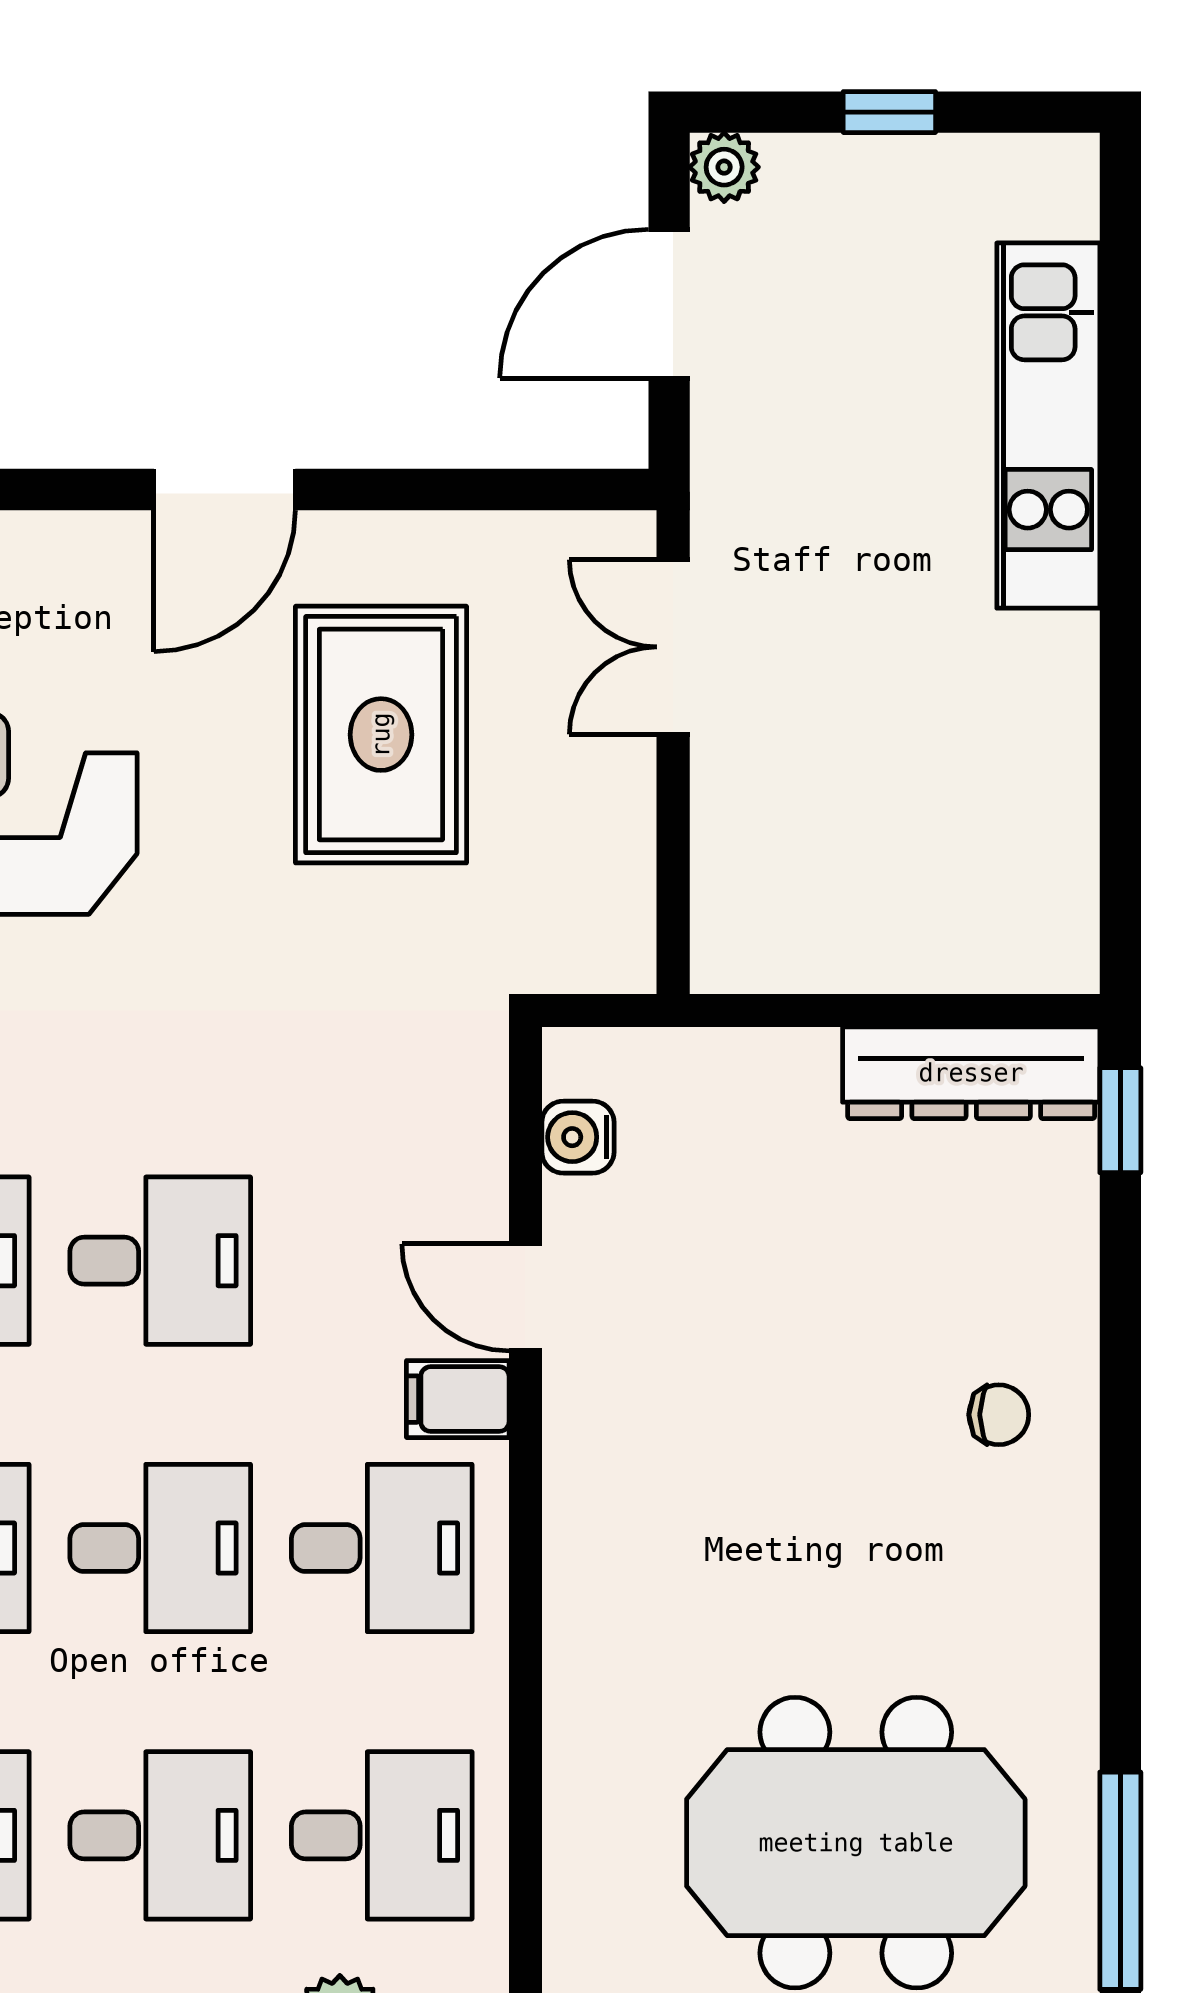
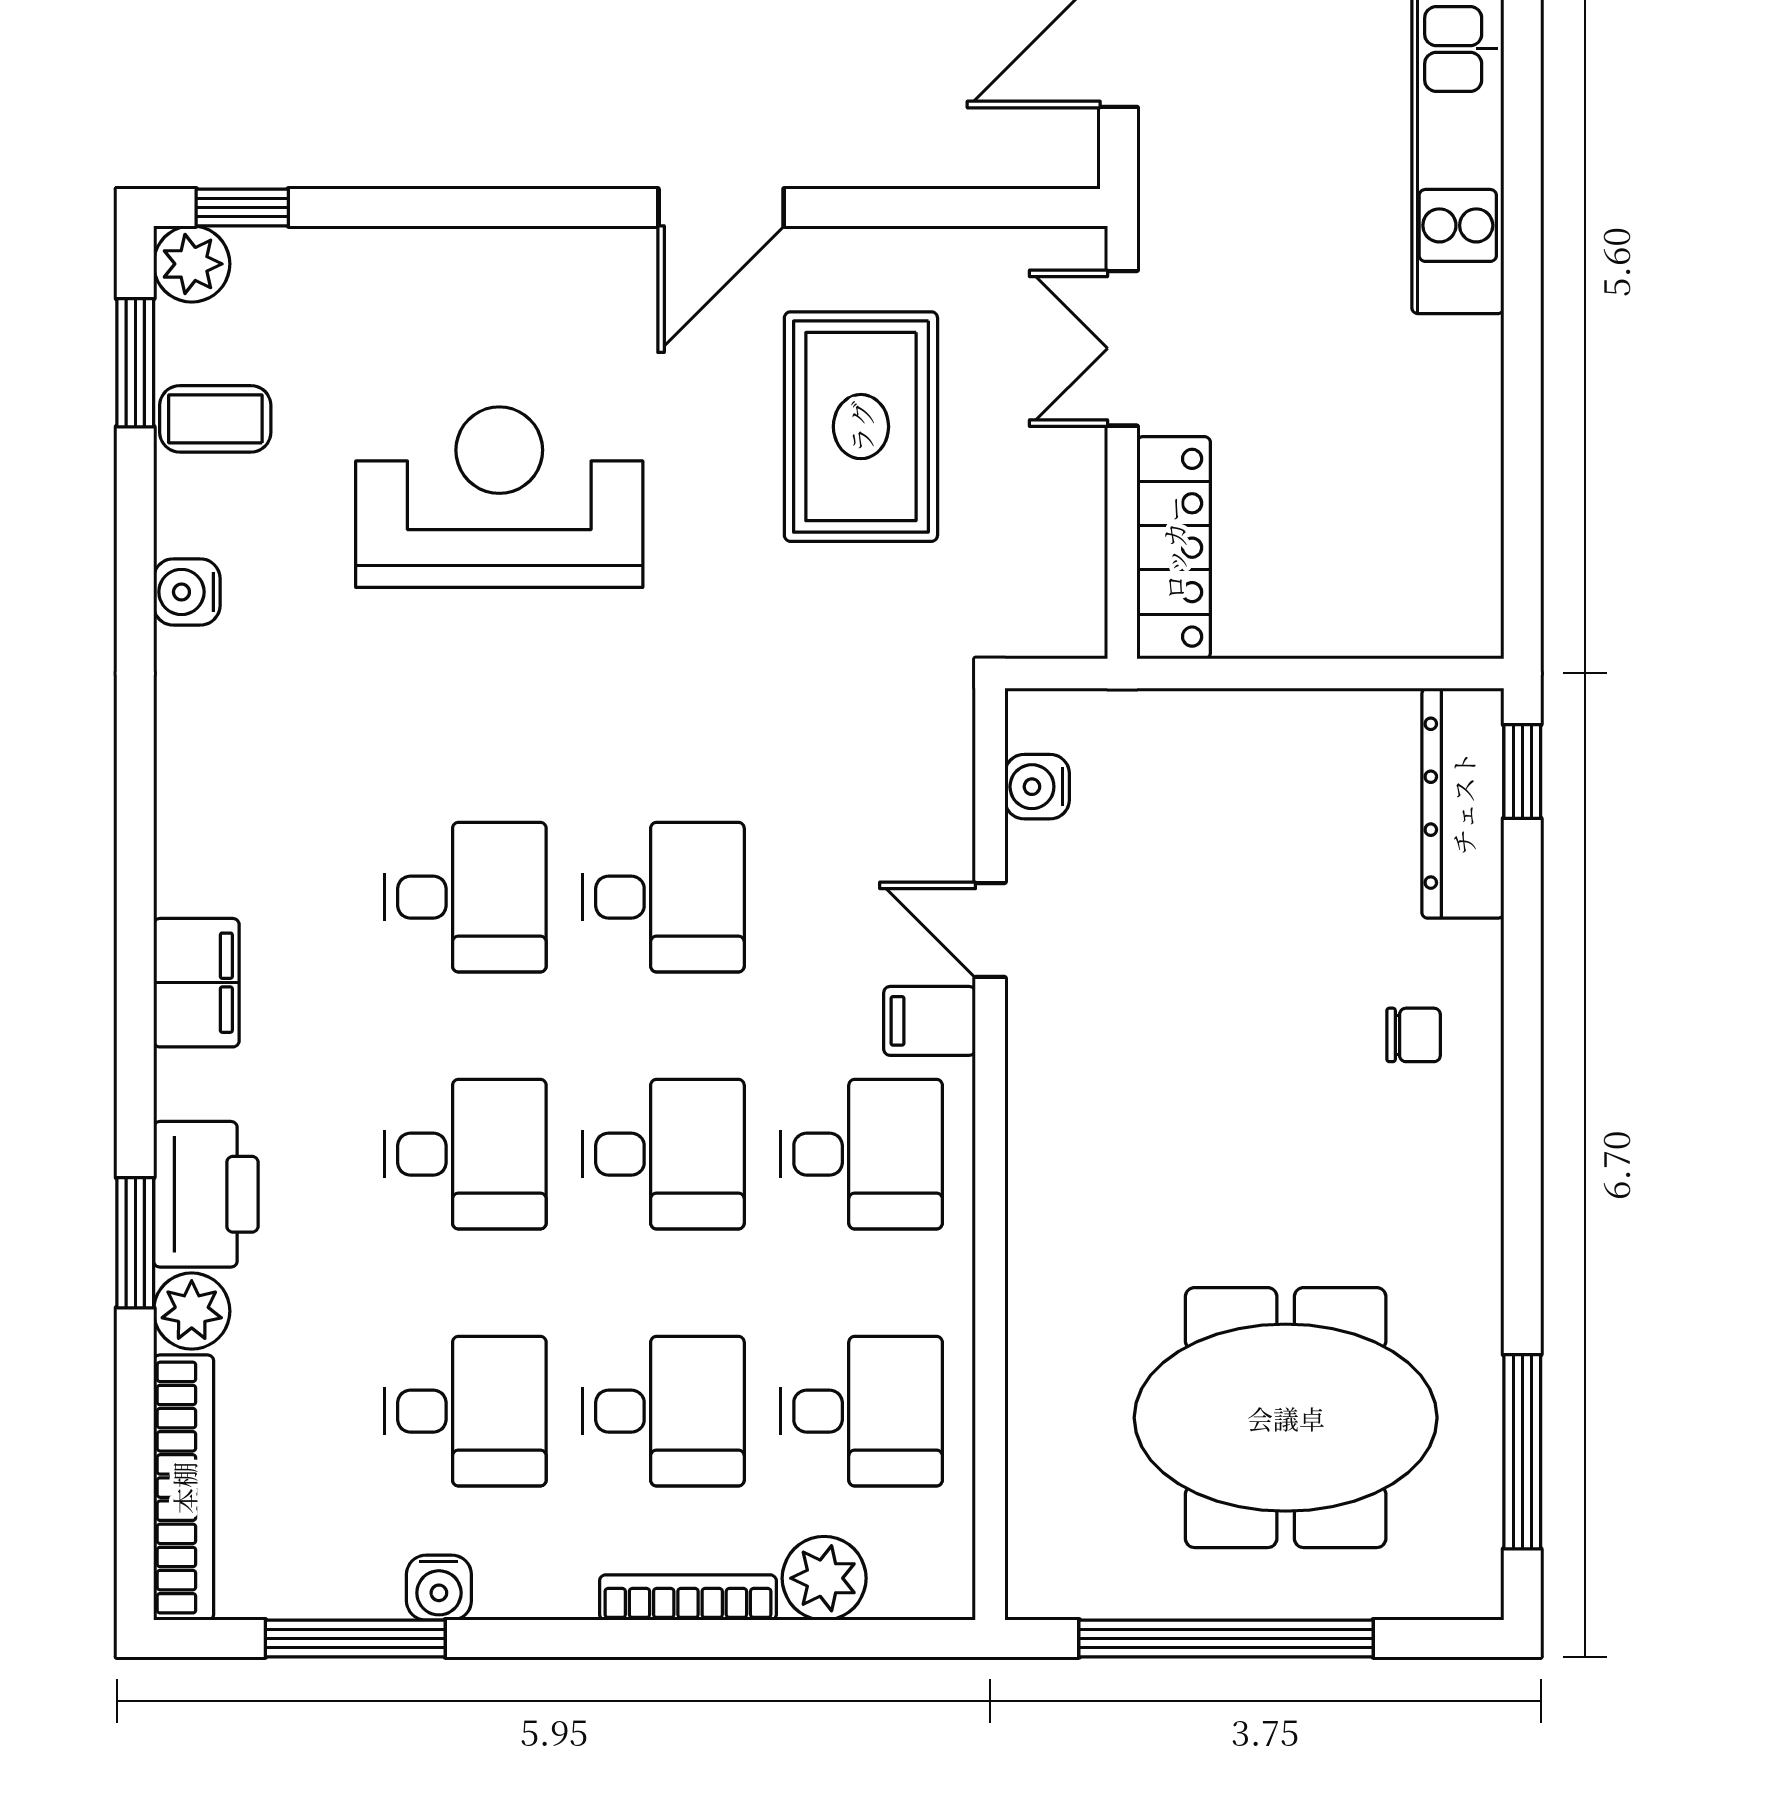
locker: (731, 870) -> (1174, 548), added
dresser: (971, 1073) -> (1463, 803), moved, turned 90

